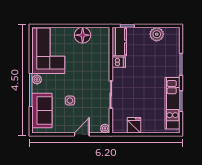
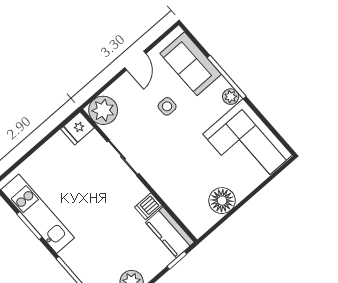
fridge: (134, 125) -> (77, 128), moved, turned 90
plant: (105, 128) -> (103, 110), width x1.87, depth x1.87
door: (82, 134) -> (135, 61), moved

